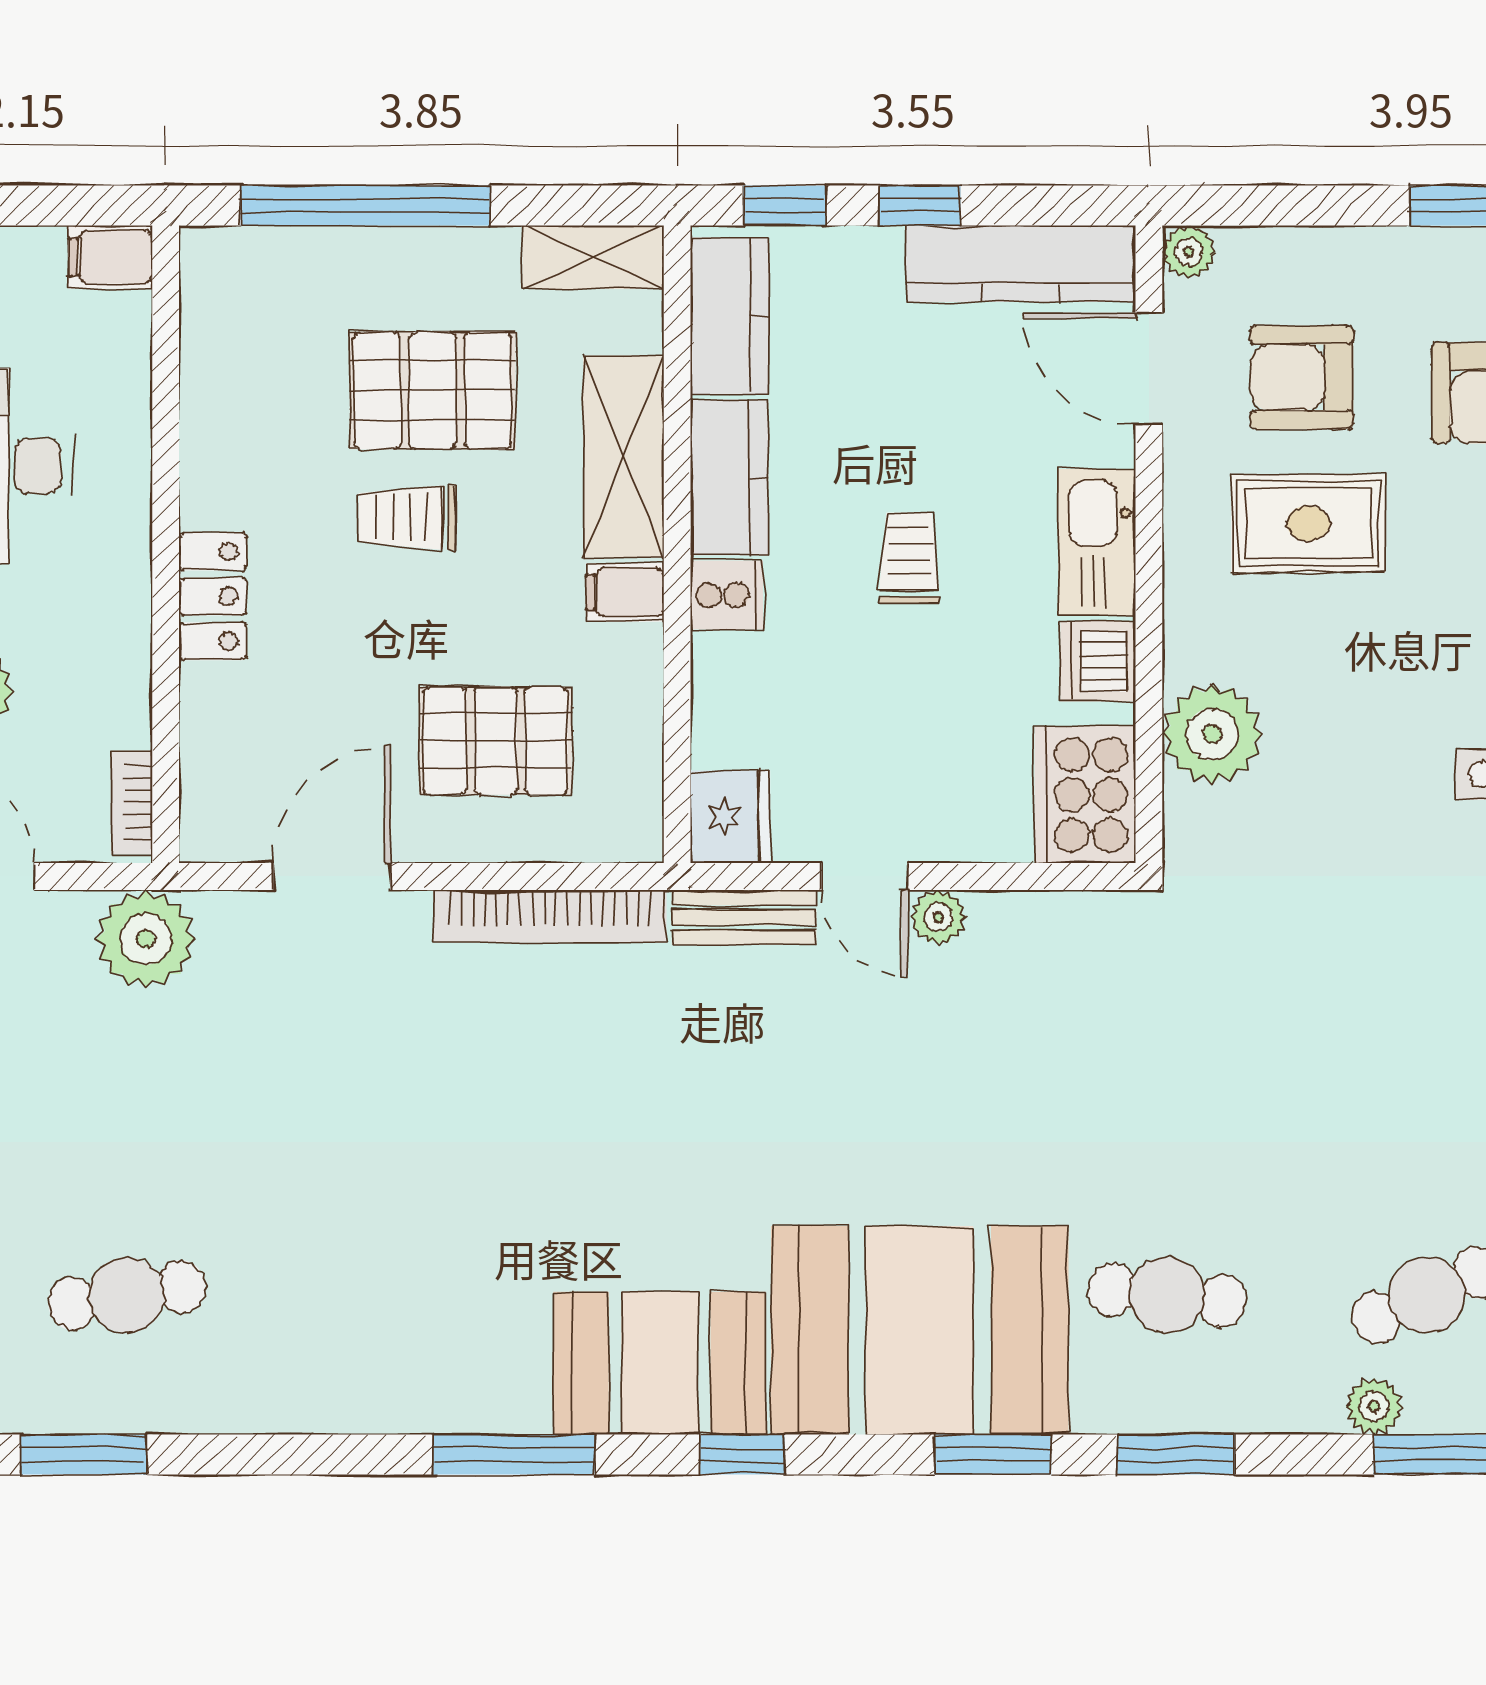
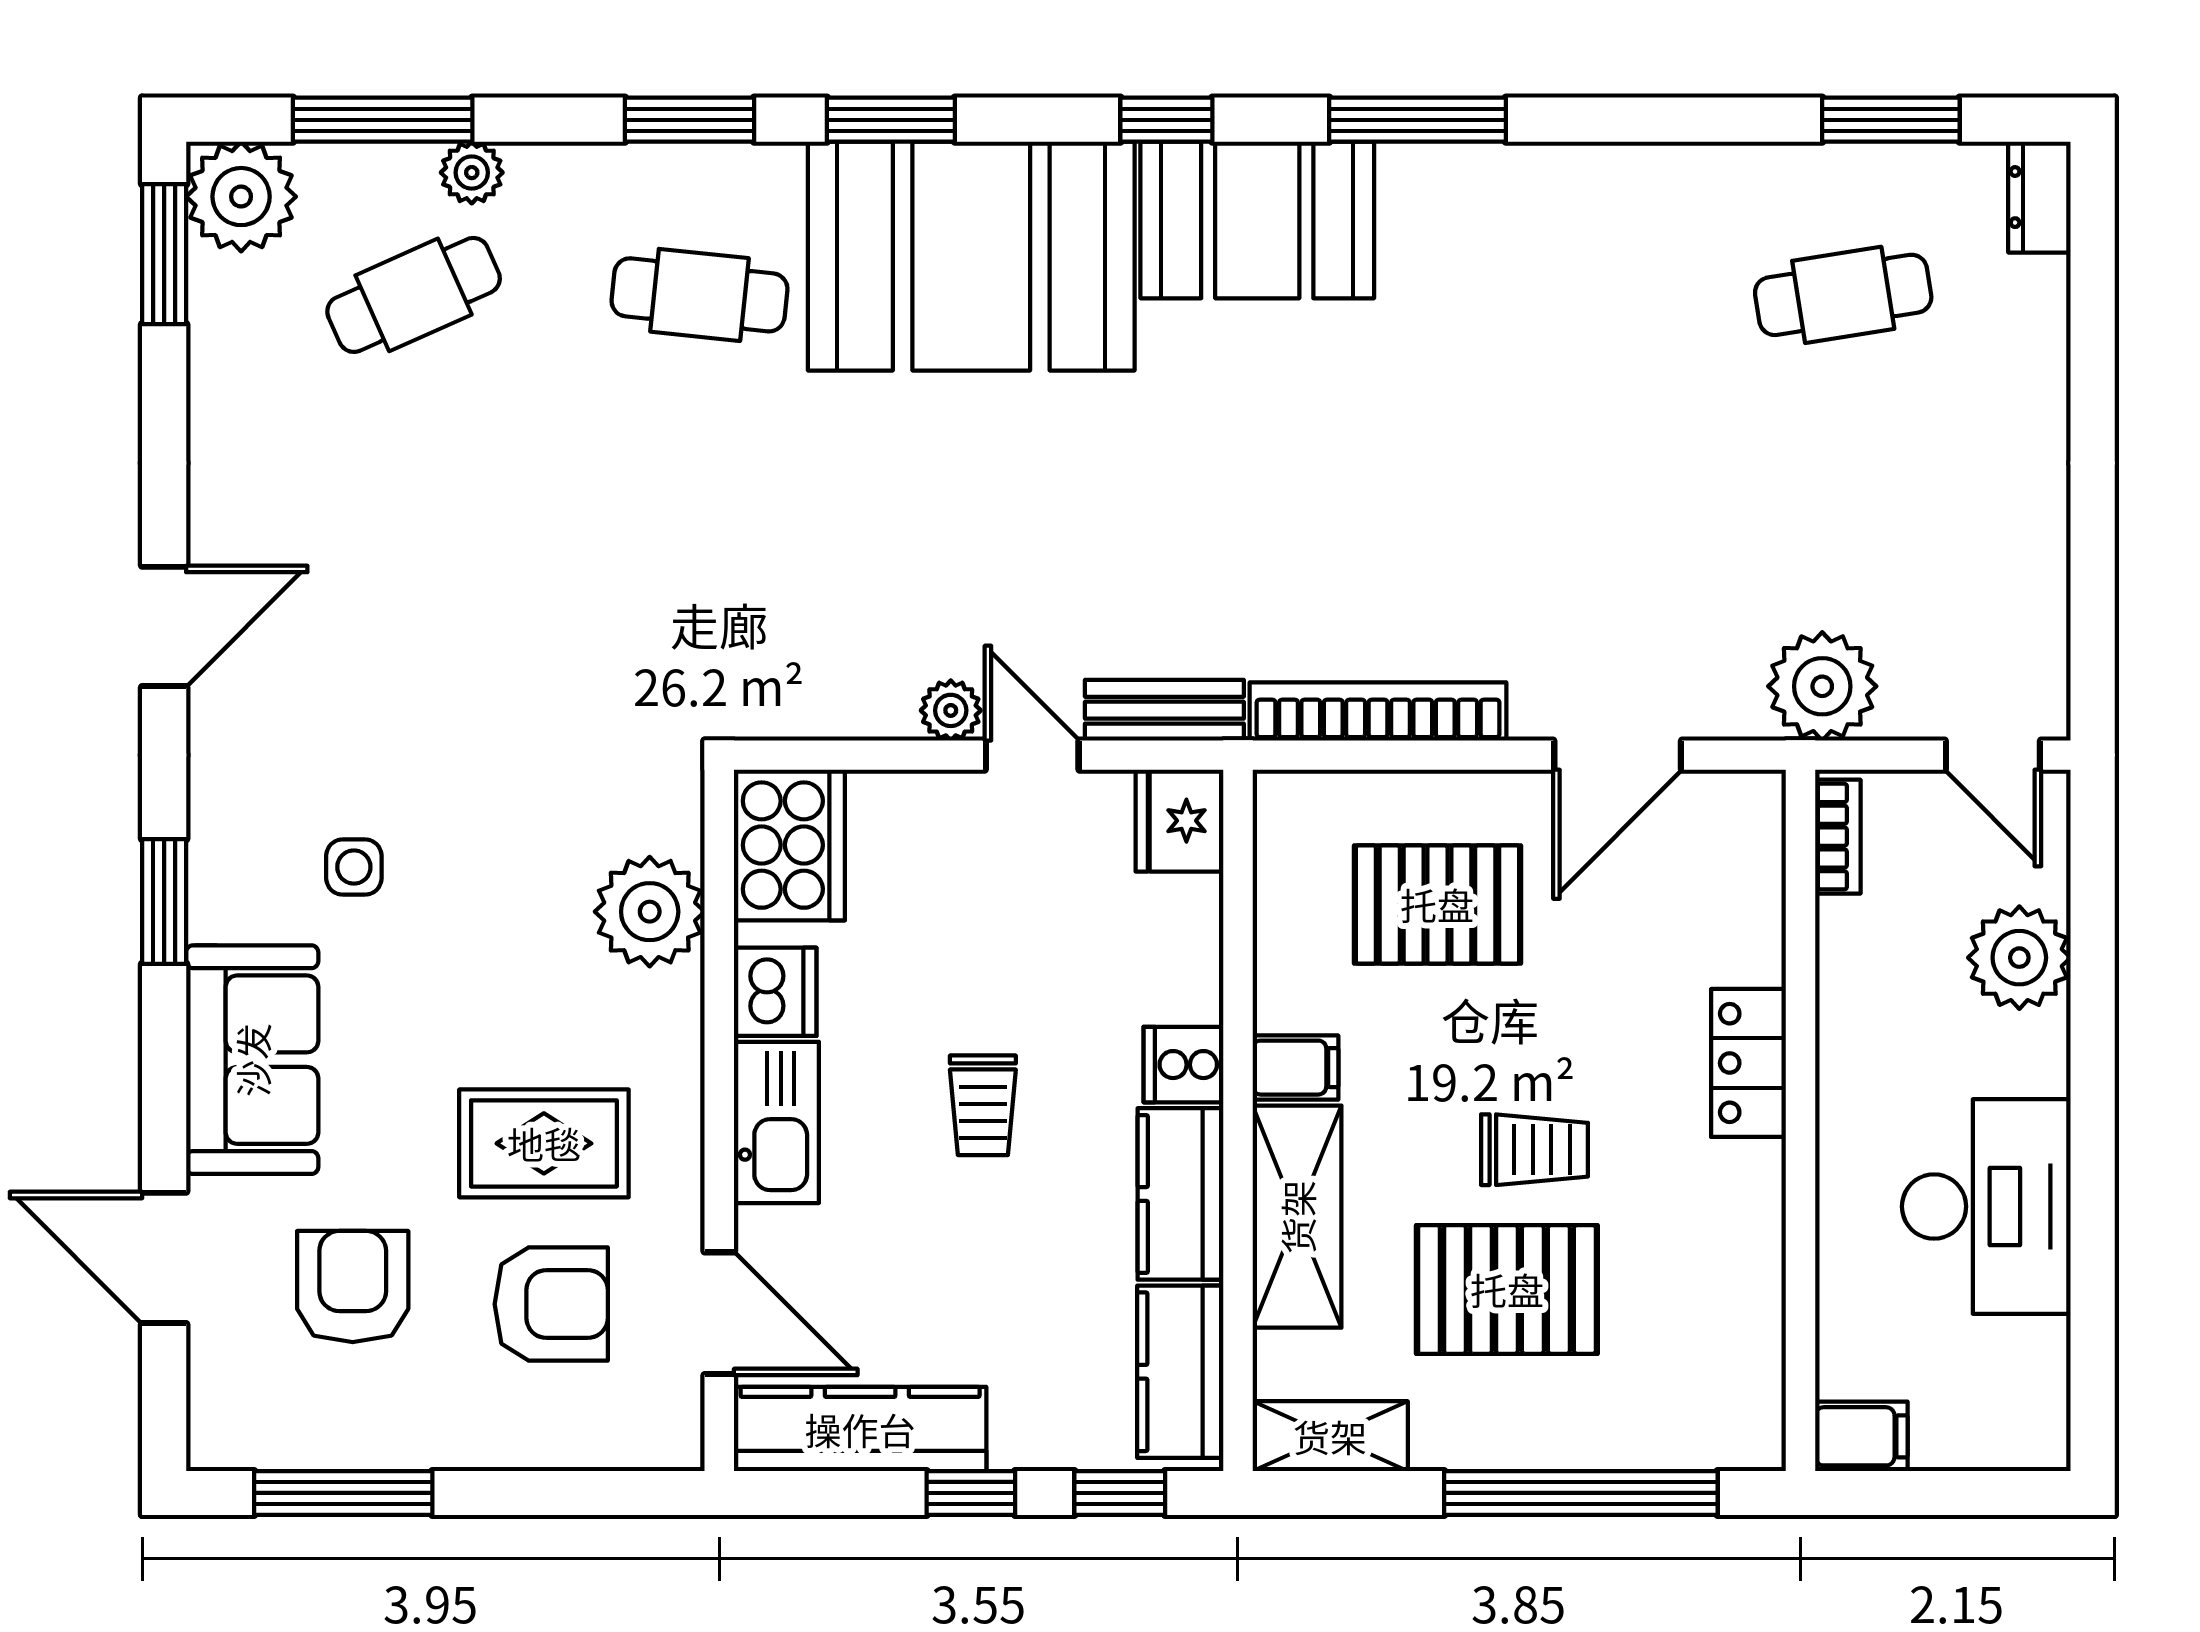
plant: (1189, 252) -> (675, 1442), removed

